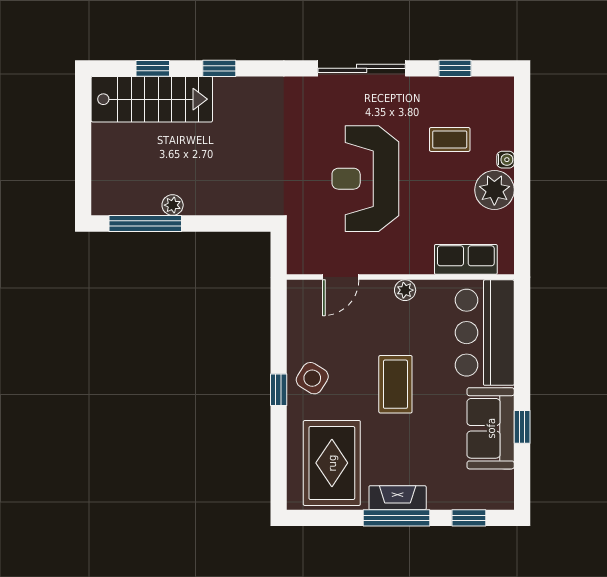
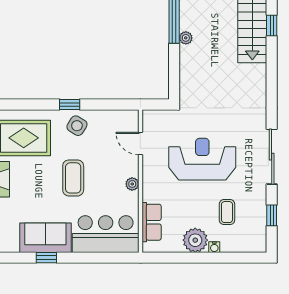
window: (219, 68) -> (272, 67), removed
coffee table: (395, 384) -> (73, 178), turned 90

